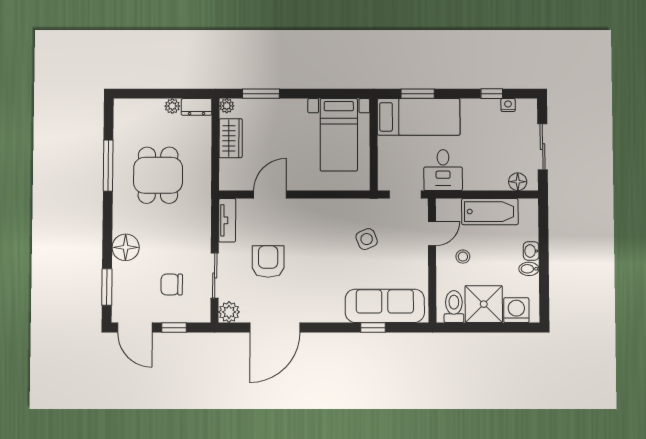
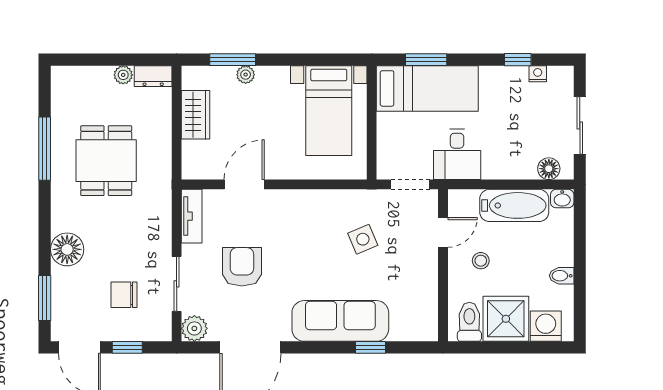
plant: (227, 106) -> (246, 75), moved
washbasin: (531, 251) -> (562, 199), moved, turned -90
sofa: (385, 306) -> (340, 321), moved

